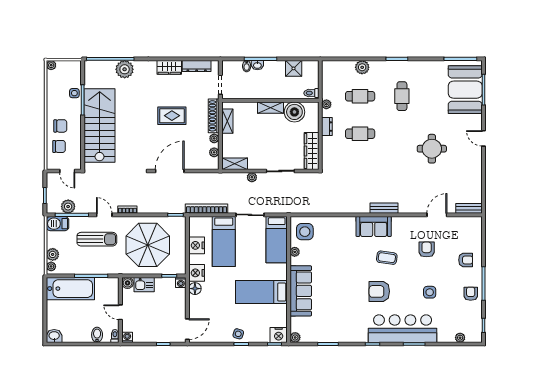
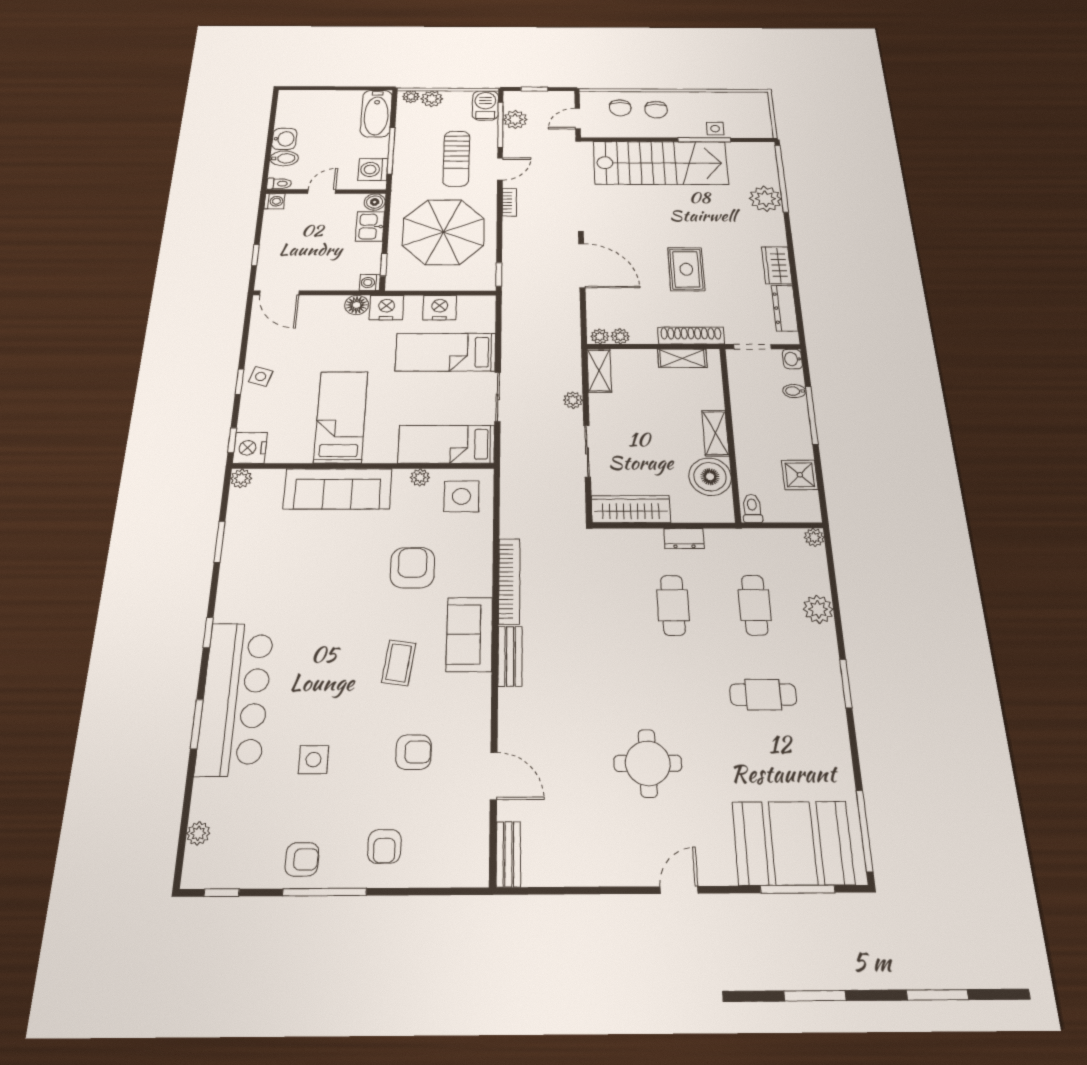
plant: (51, 65) -> (761, 98), removed
washbasin: (257, 65) -> (792, 359), moved
plant: (326, 104) -> (814, 537), moved
plant: (214, 138) -> (600, 336), moved
bookcase: (207, 209) -> (509, 581), moved
washing machine: (105, 285) -> (373, 169), added
bathtub: (70, 289) -> (376, 113), width x0.73, depth x0.73
armchair: (379, 291) -> (412, 568), moved
washbasin: (54, 336) -> (284, 139), moved

